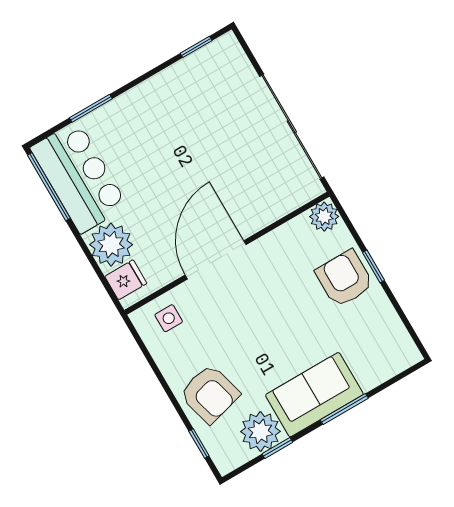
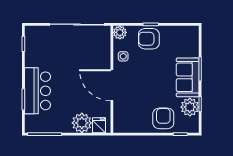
bar counter: (79, 177) -> (38, 91), moved, turned 90
side table: (169, 318) -> (123, 56), moved
armchair: (210, 394) -> (163, 118), turned -75

